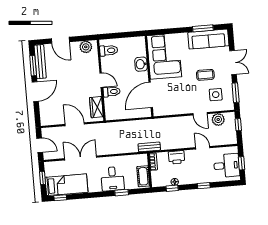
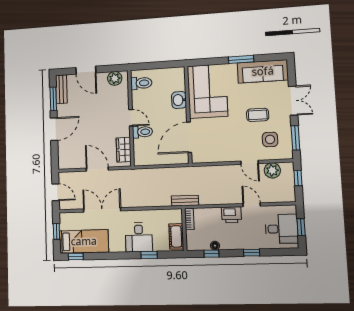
window: (203, 28) -> (241, 59), moved
bench: (40, 62) -> (61, 89), width x0.73
printer: (177, 157) -> (231, 215), moved

